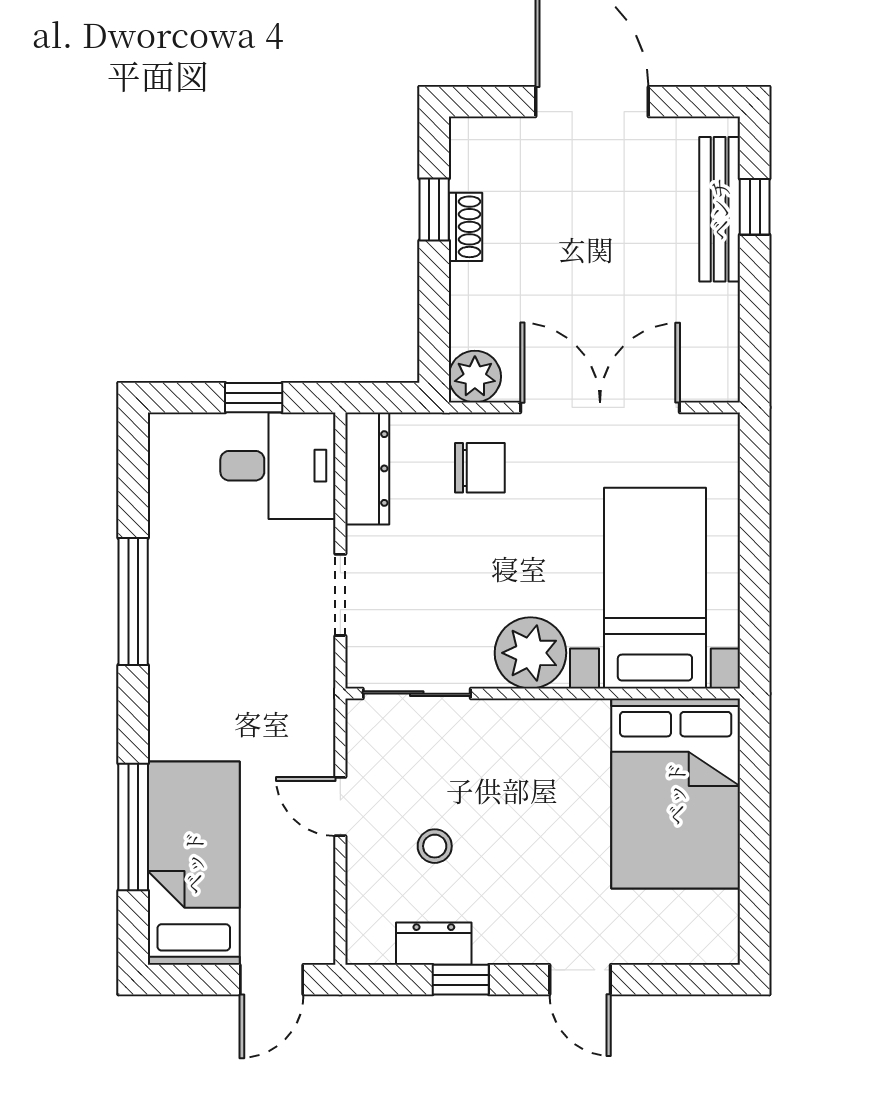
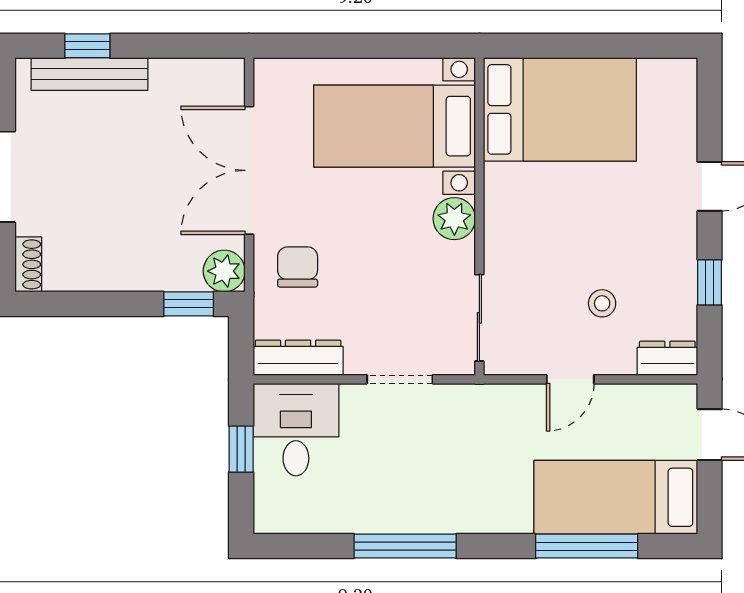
window: (434, 209) -> (189, 304), moved
shoe rack: (465, 227) -> (28, 264), moved, turned 90
plant: (530, 653) -> (454, 219), width x0.73, depth x0.73
dresser: (434, 944) -> (667, 358), moved, turned 90

